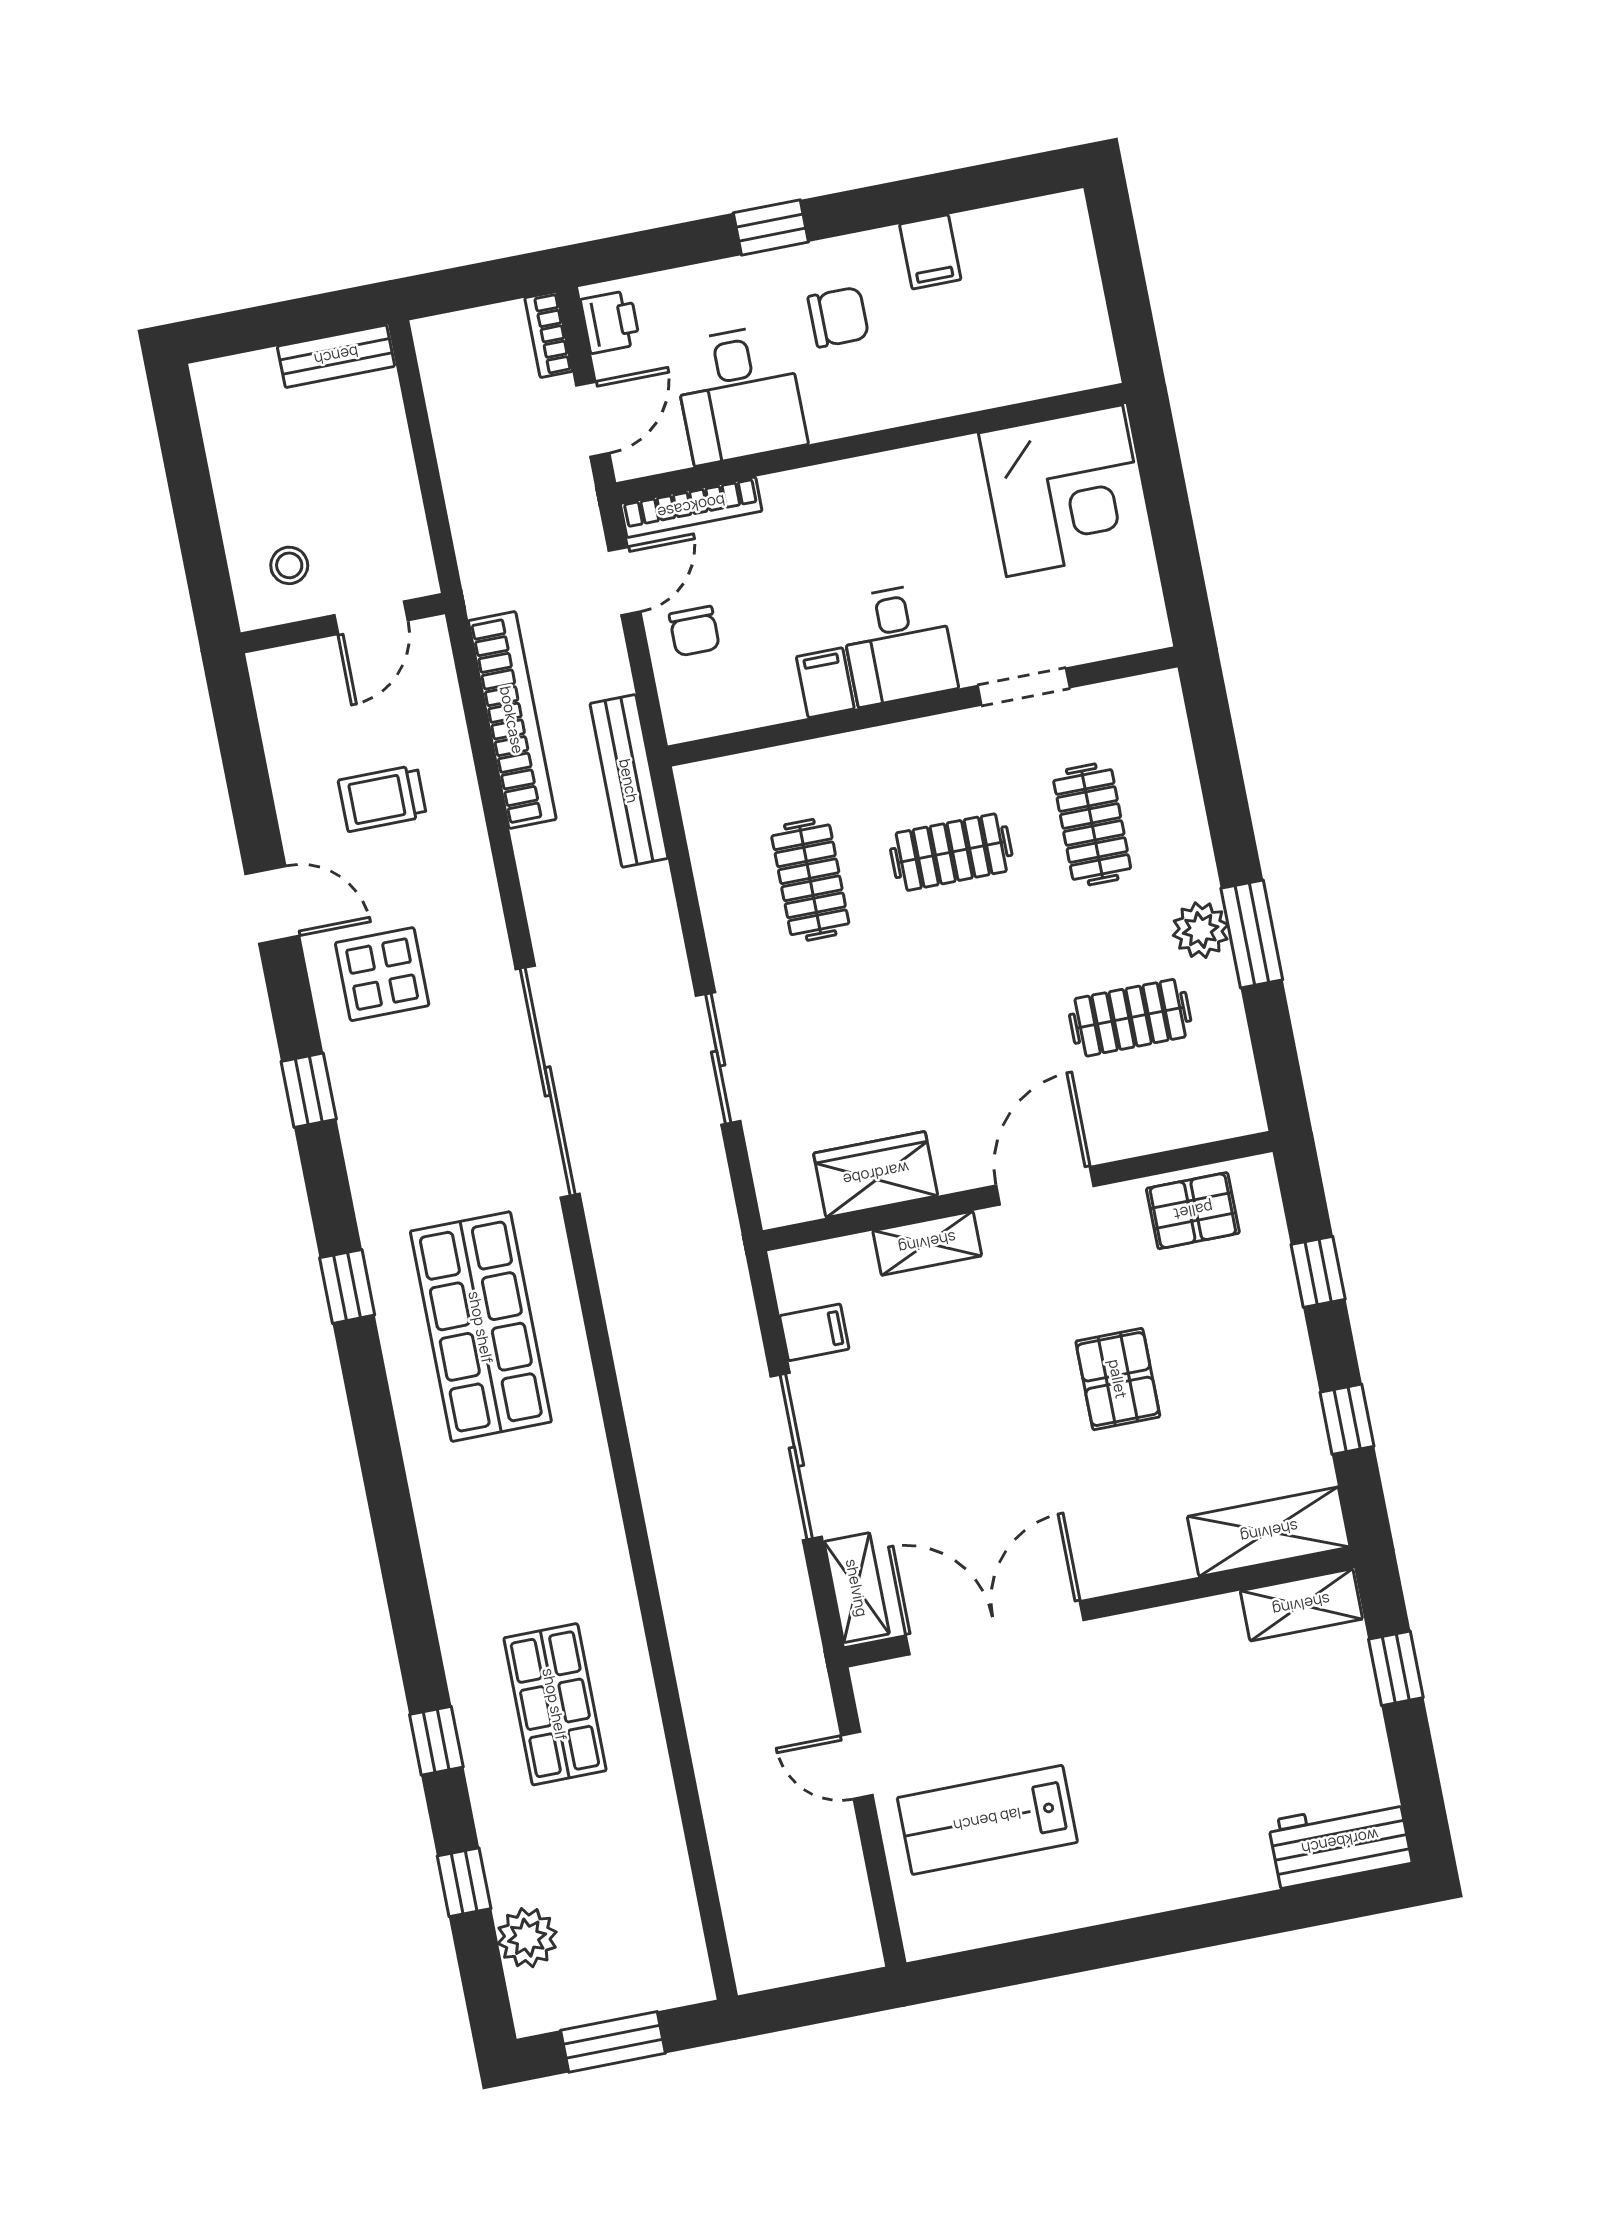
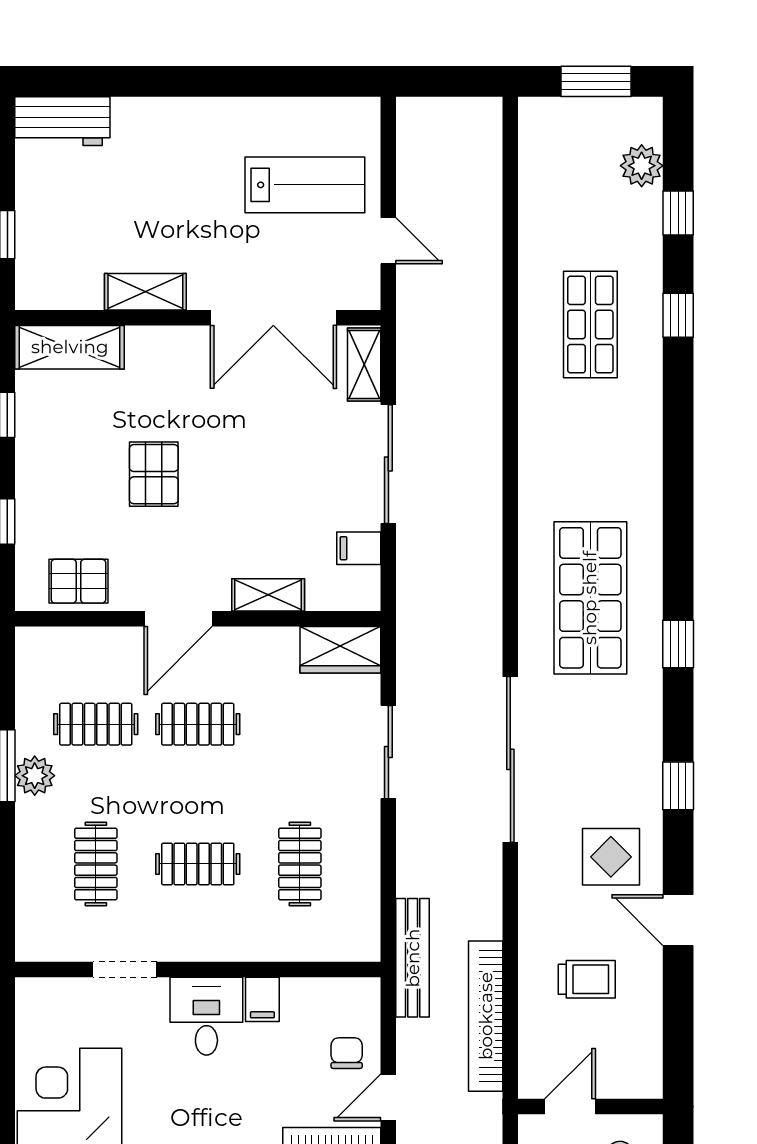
clothes rail: (989, 1045) -> (198, 724), added
wardrobe: (876, 1174) -> (340, 650), moved
shelving: (1301, 1605) -> (145, 292), moved

